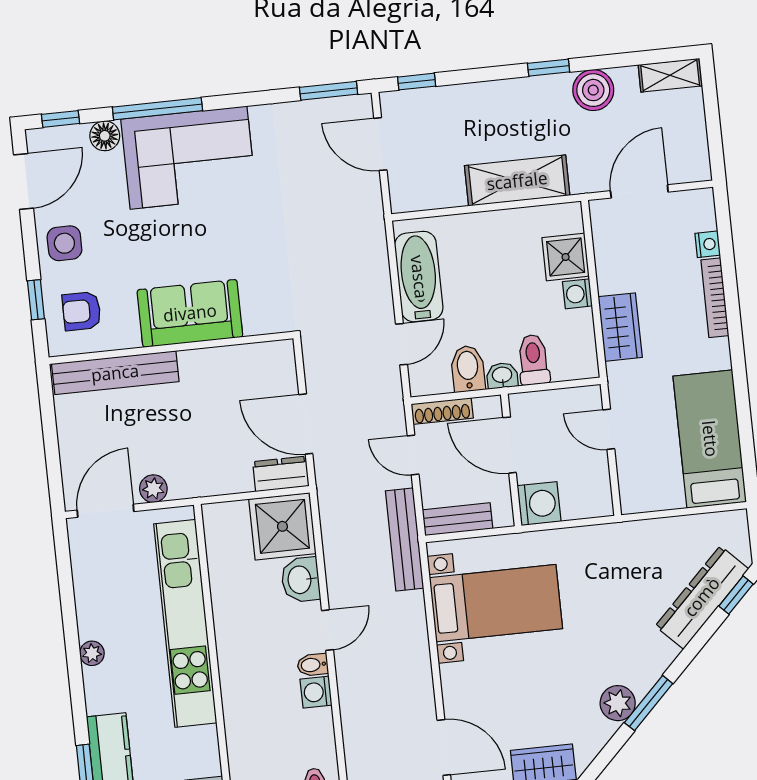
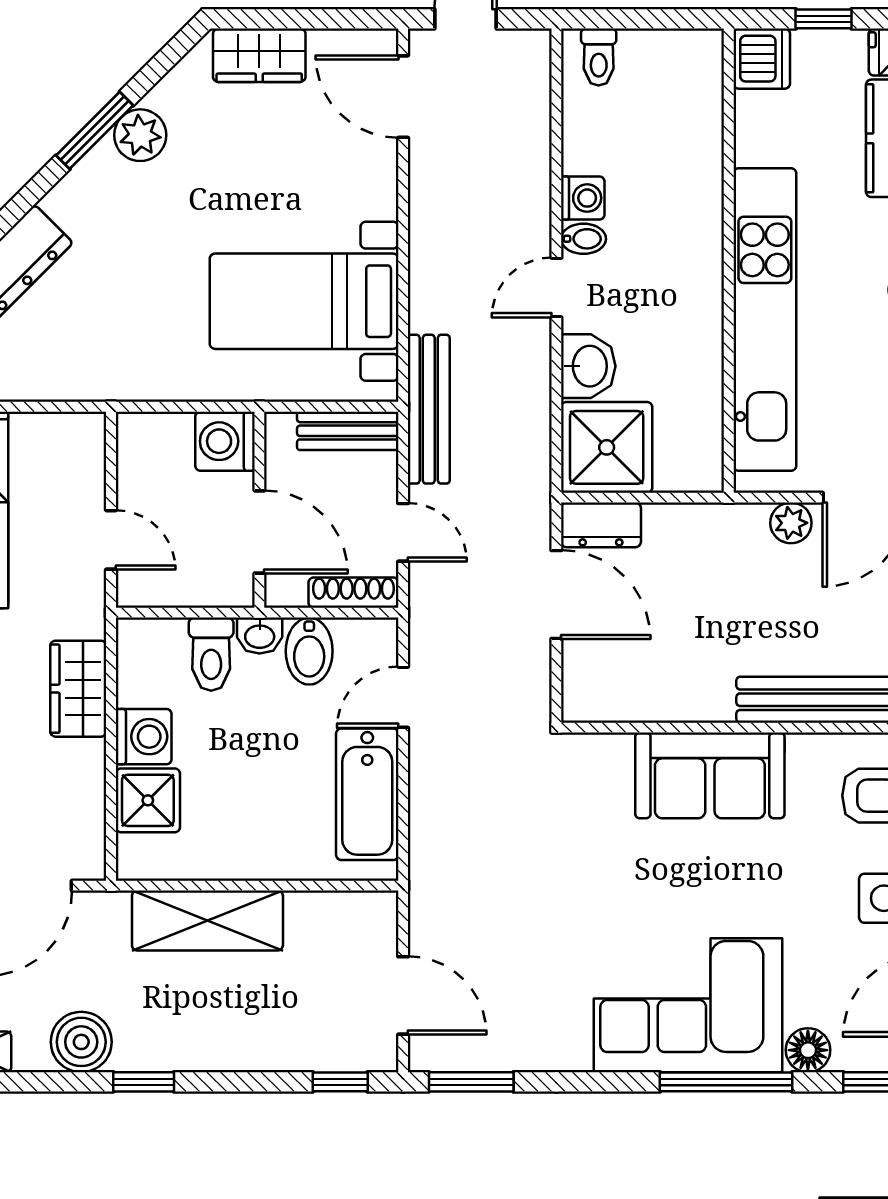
washing machine: (577, 294) -> (144, 737), width x1.38, depth x1.38

